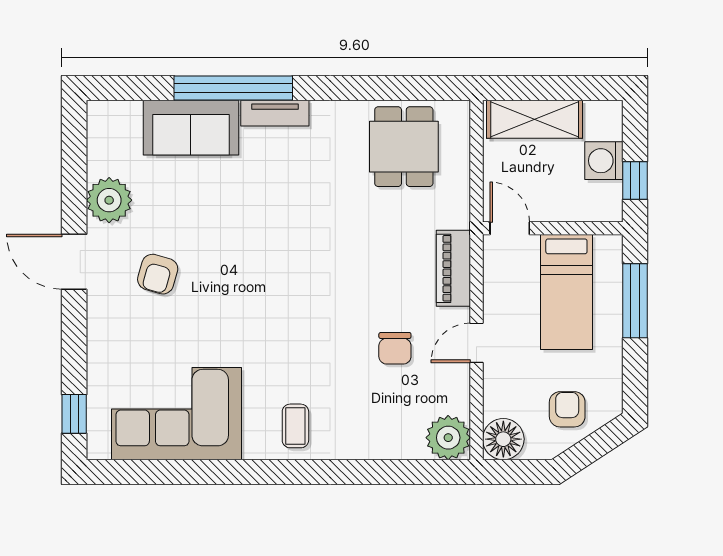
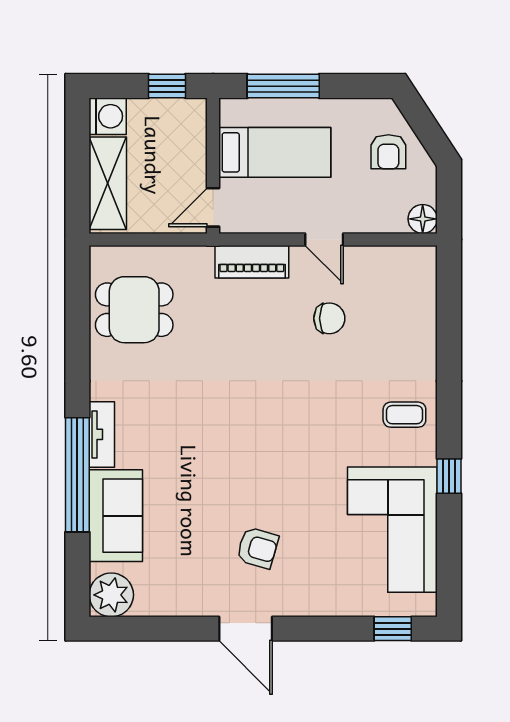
washing machine: (604, 161) -> (108, 116), moved, turned -90
plant: (109, 200) -> (111, 595), moved
door: (74, 262) -> (246, 629), hinge flipped
armchair: (567, 409) -> (388, 152), turned -90
plant: (448, 438) -> (416, 267), removed
floor lamp: (503, 439) -> (423, 219), width x0.73, depth x0.73
window: (232, 472) -> (449, 476), added

